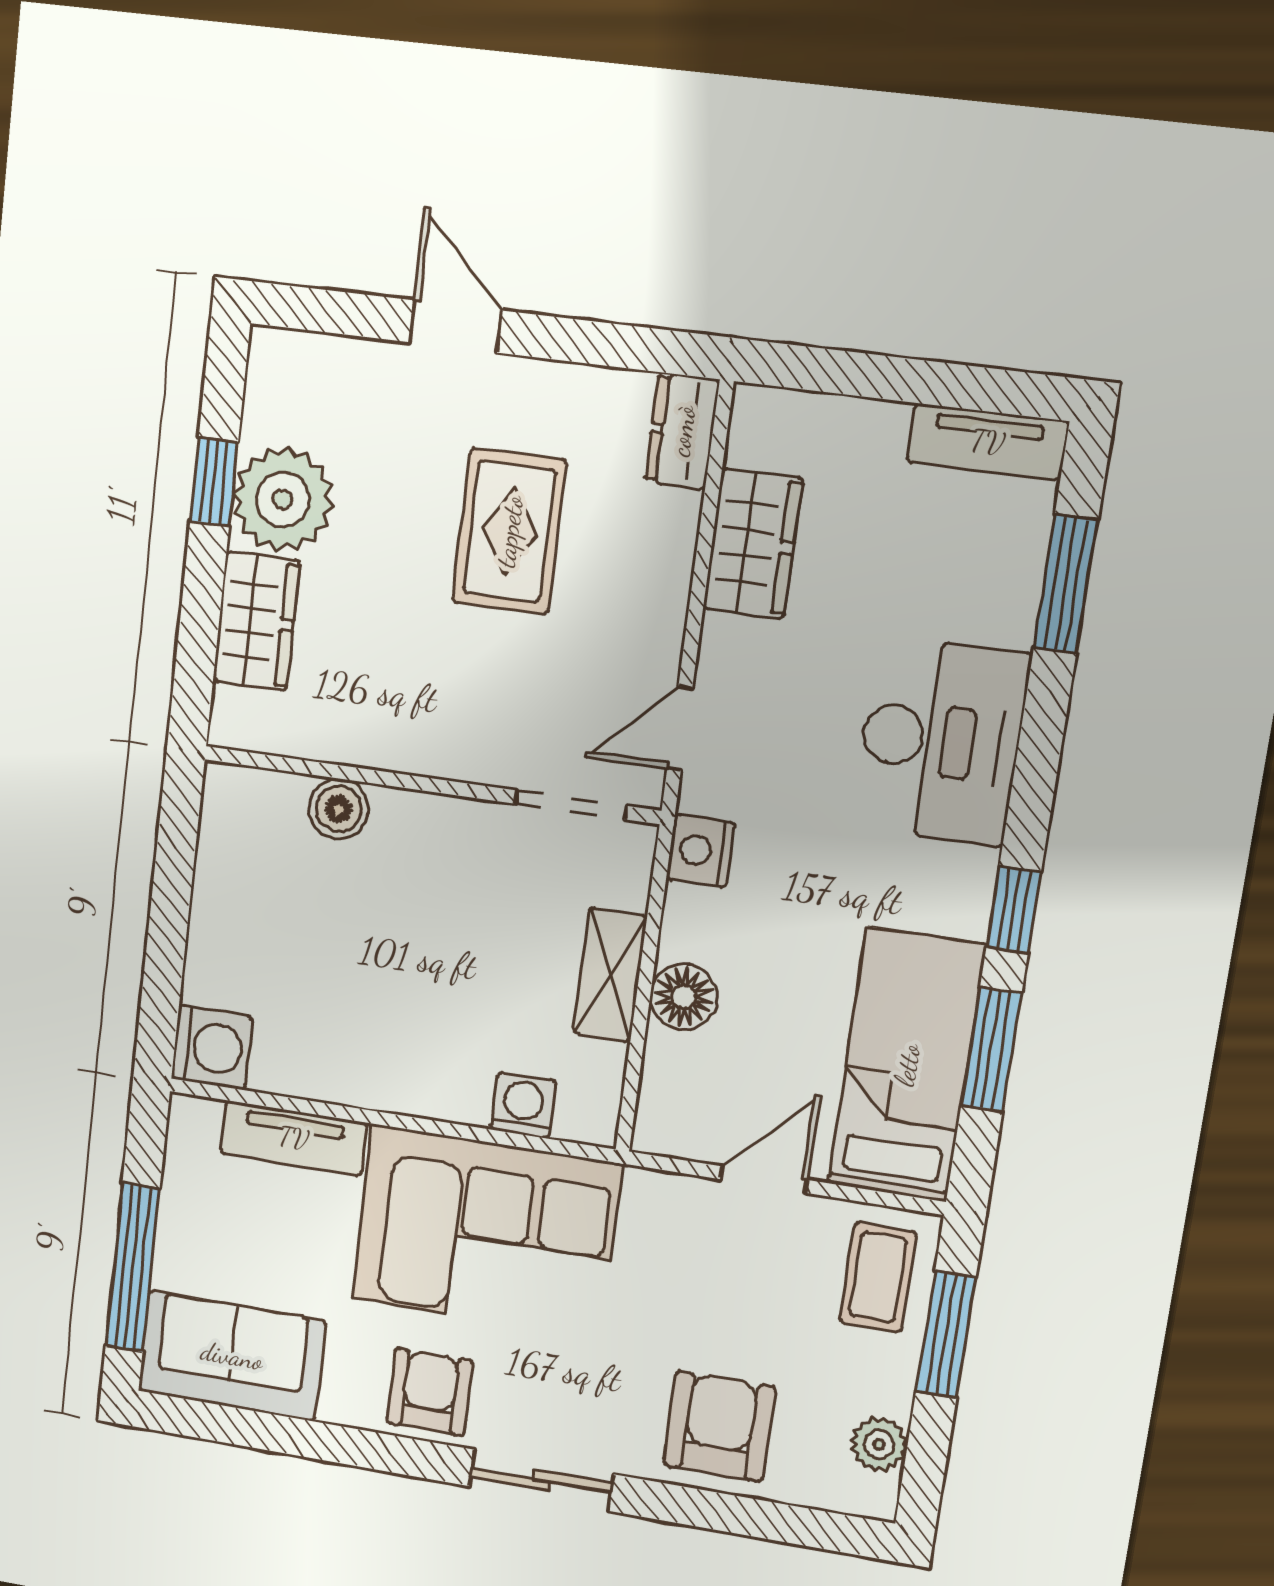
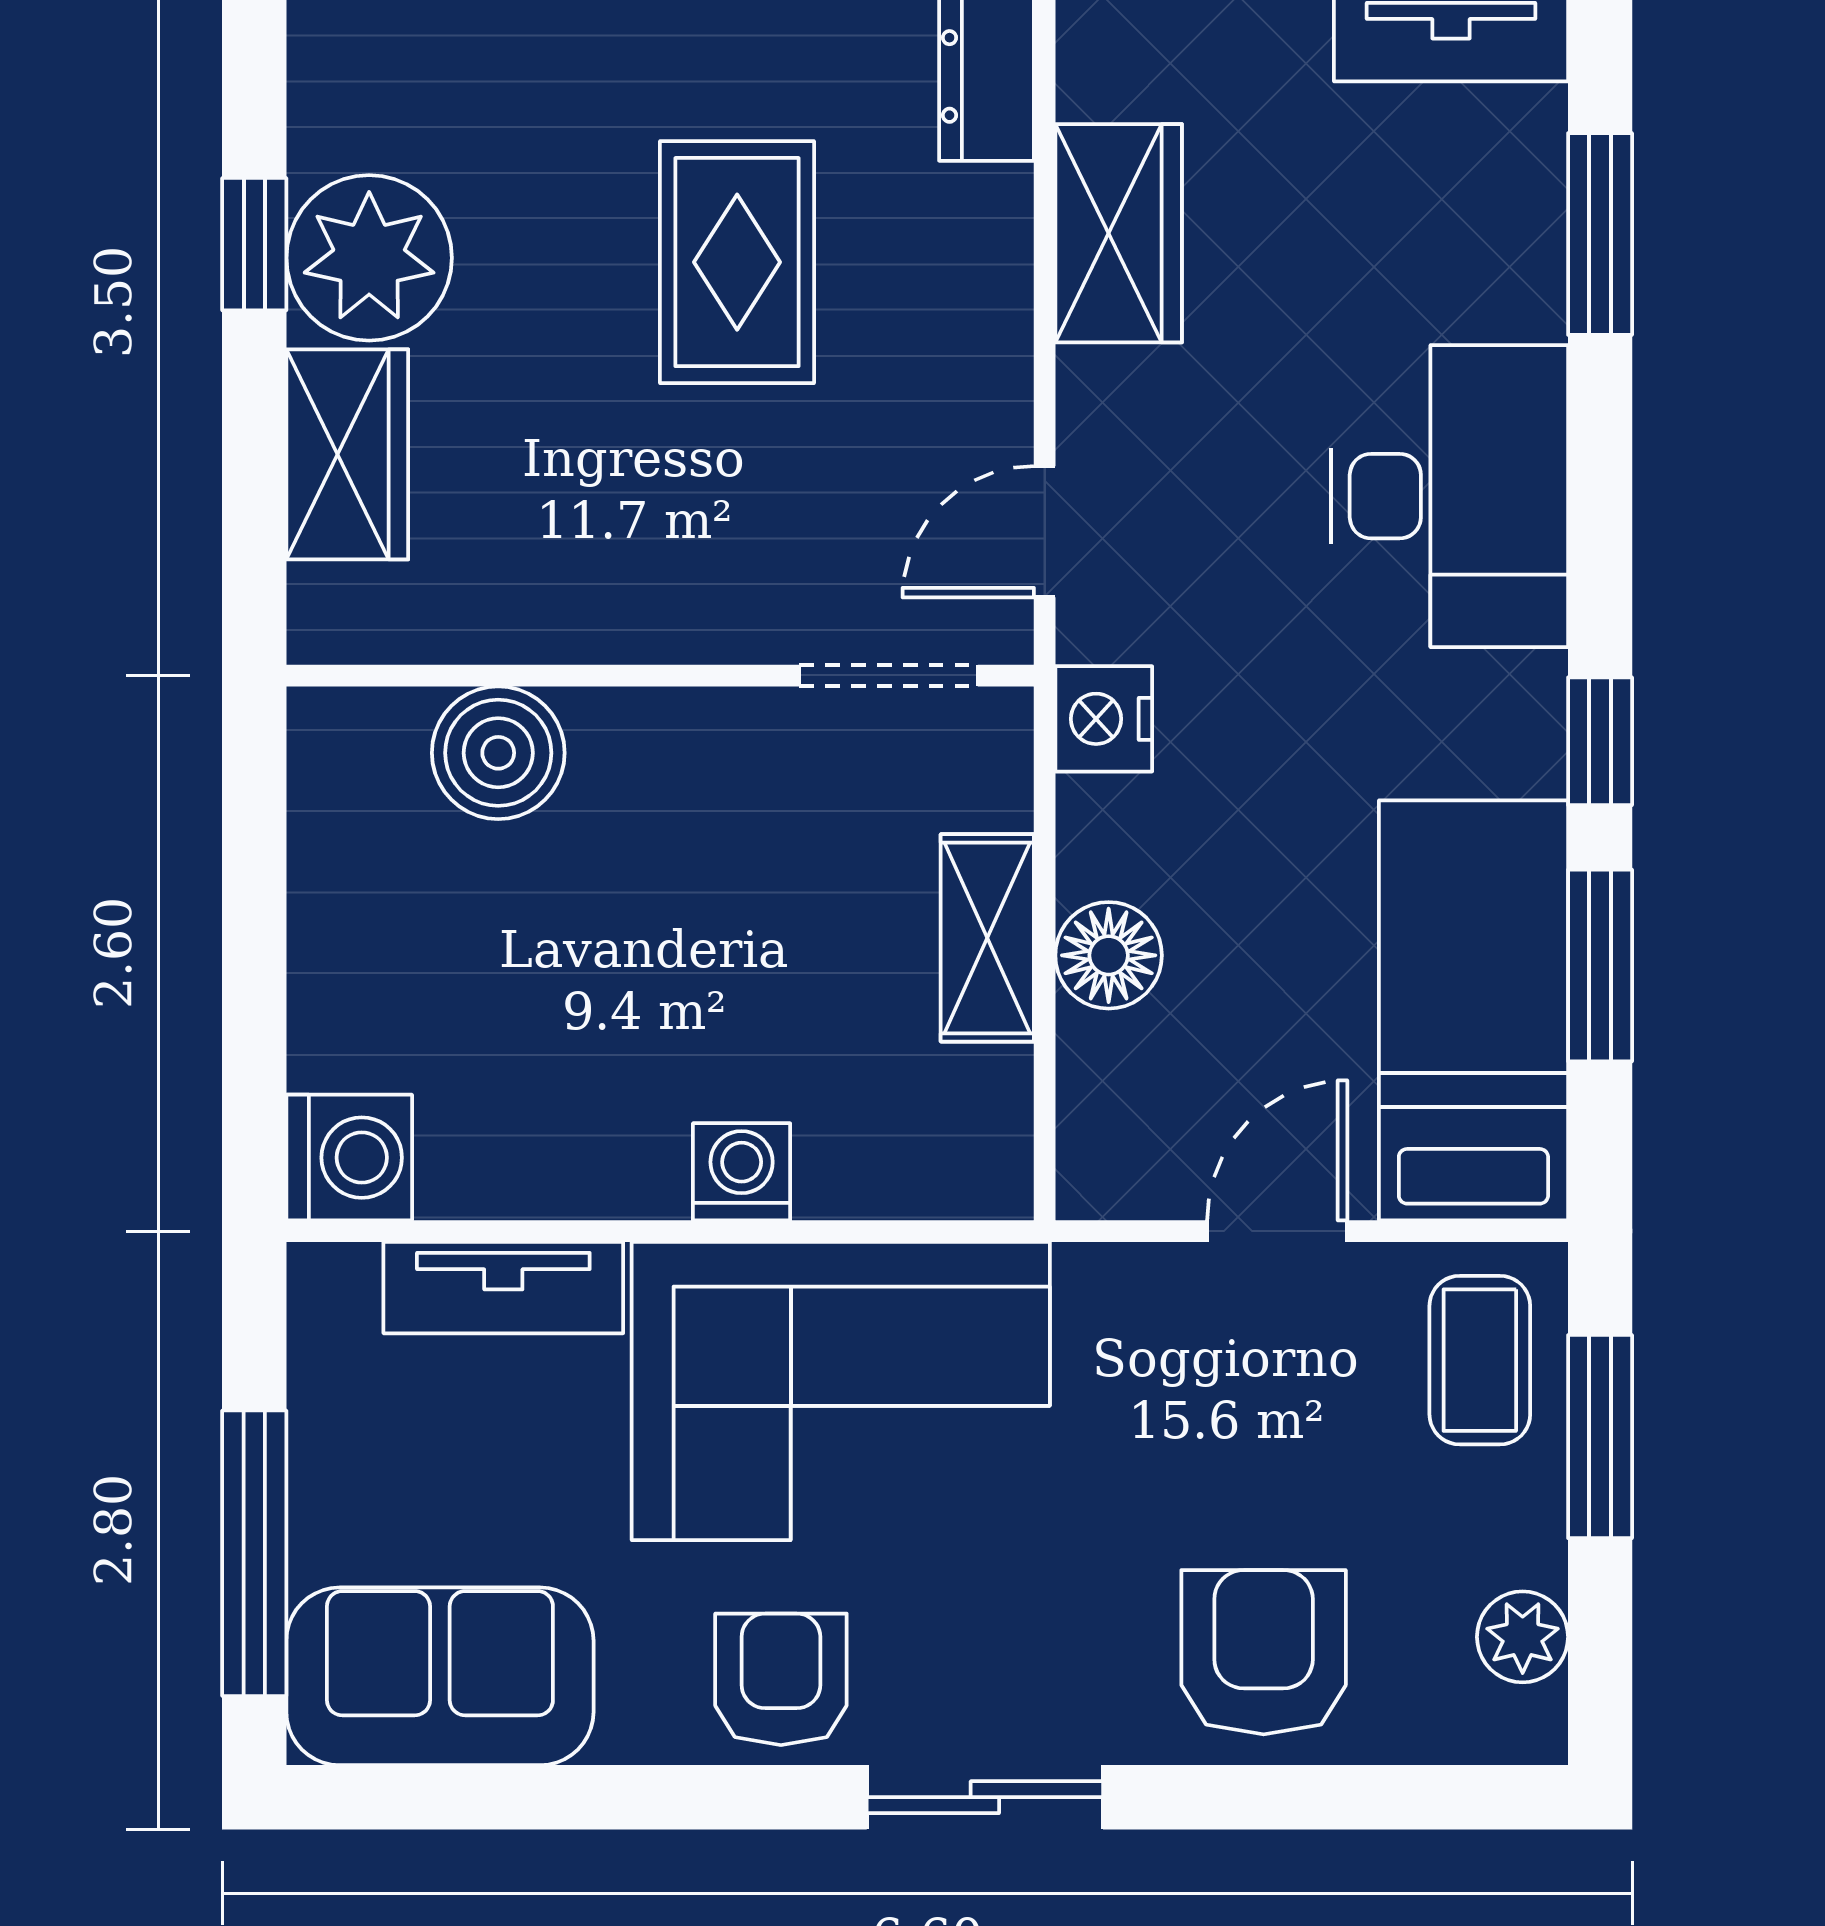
boiler: (339, 809) -> (498, 753), width x1.36, depth x1.36
washing machine: (523, 1105) -> (742, 1172), moved

